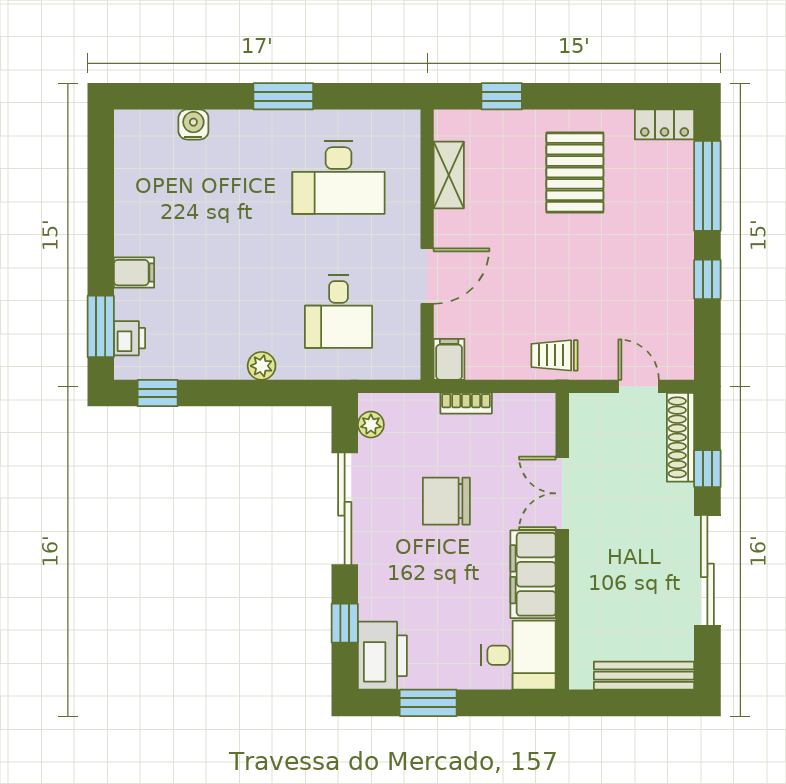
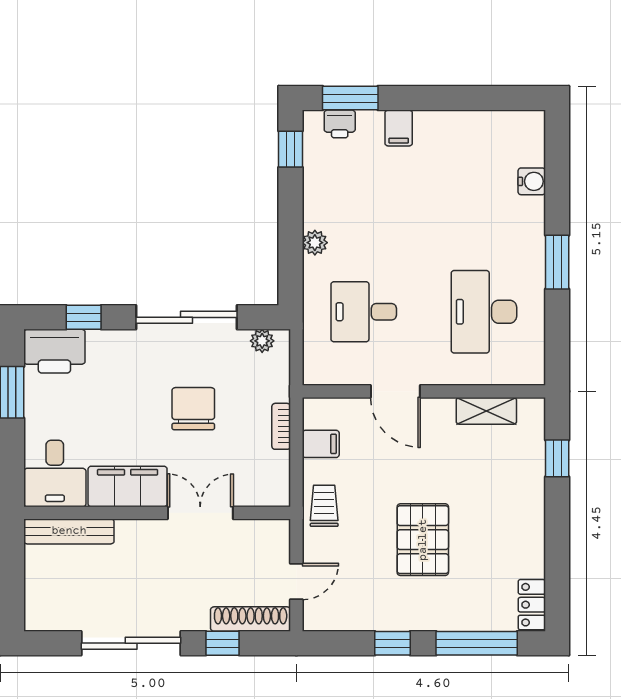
pallet: (575, 172) -> (423, 540), moved, turned 90
filing cabinet: (449, 359) -> (321, 444), moved
bench: (644, 676) -> (69, 531), moved, turned 90

